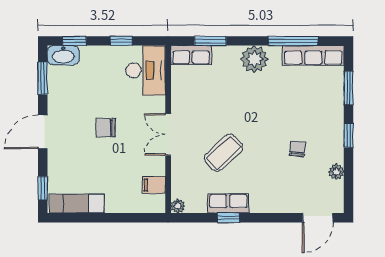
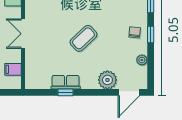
chair: (297, 149) -> (135, 32), moved
coffee table: (224, 153) -> (83, 38), moved
plant: (178, 206) -> (107, 80), moved, width x1.88, depth x1.88

